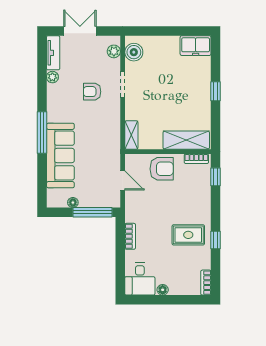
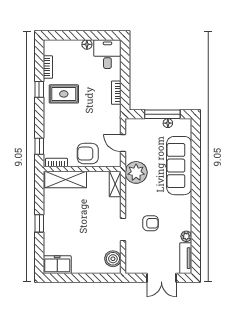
plant: (114, 51) -> (136, 172), moved, width x1.87, depth x1.87
window: (42, 133) -> (196, 186), removed
window: (92, 212) -> (162, 114), moved
bookcase: (206, 283) -> (48, 67), moved

